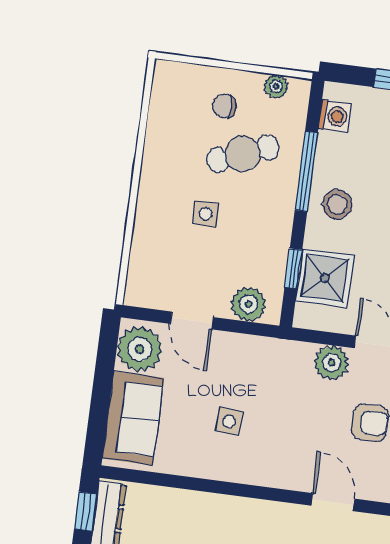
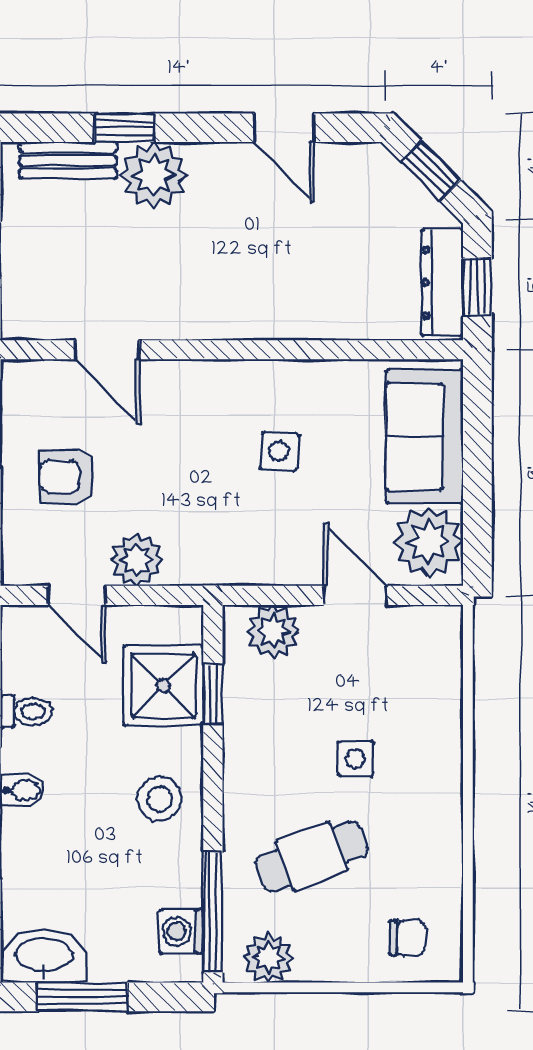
plant: (276, 86) -> (268, 958), width x1.38, depth x1.38
chair: (225, 106) -> (407, 938), moved
window: (306, 171) -> (213, 912), moved

